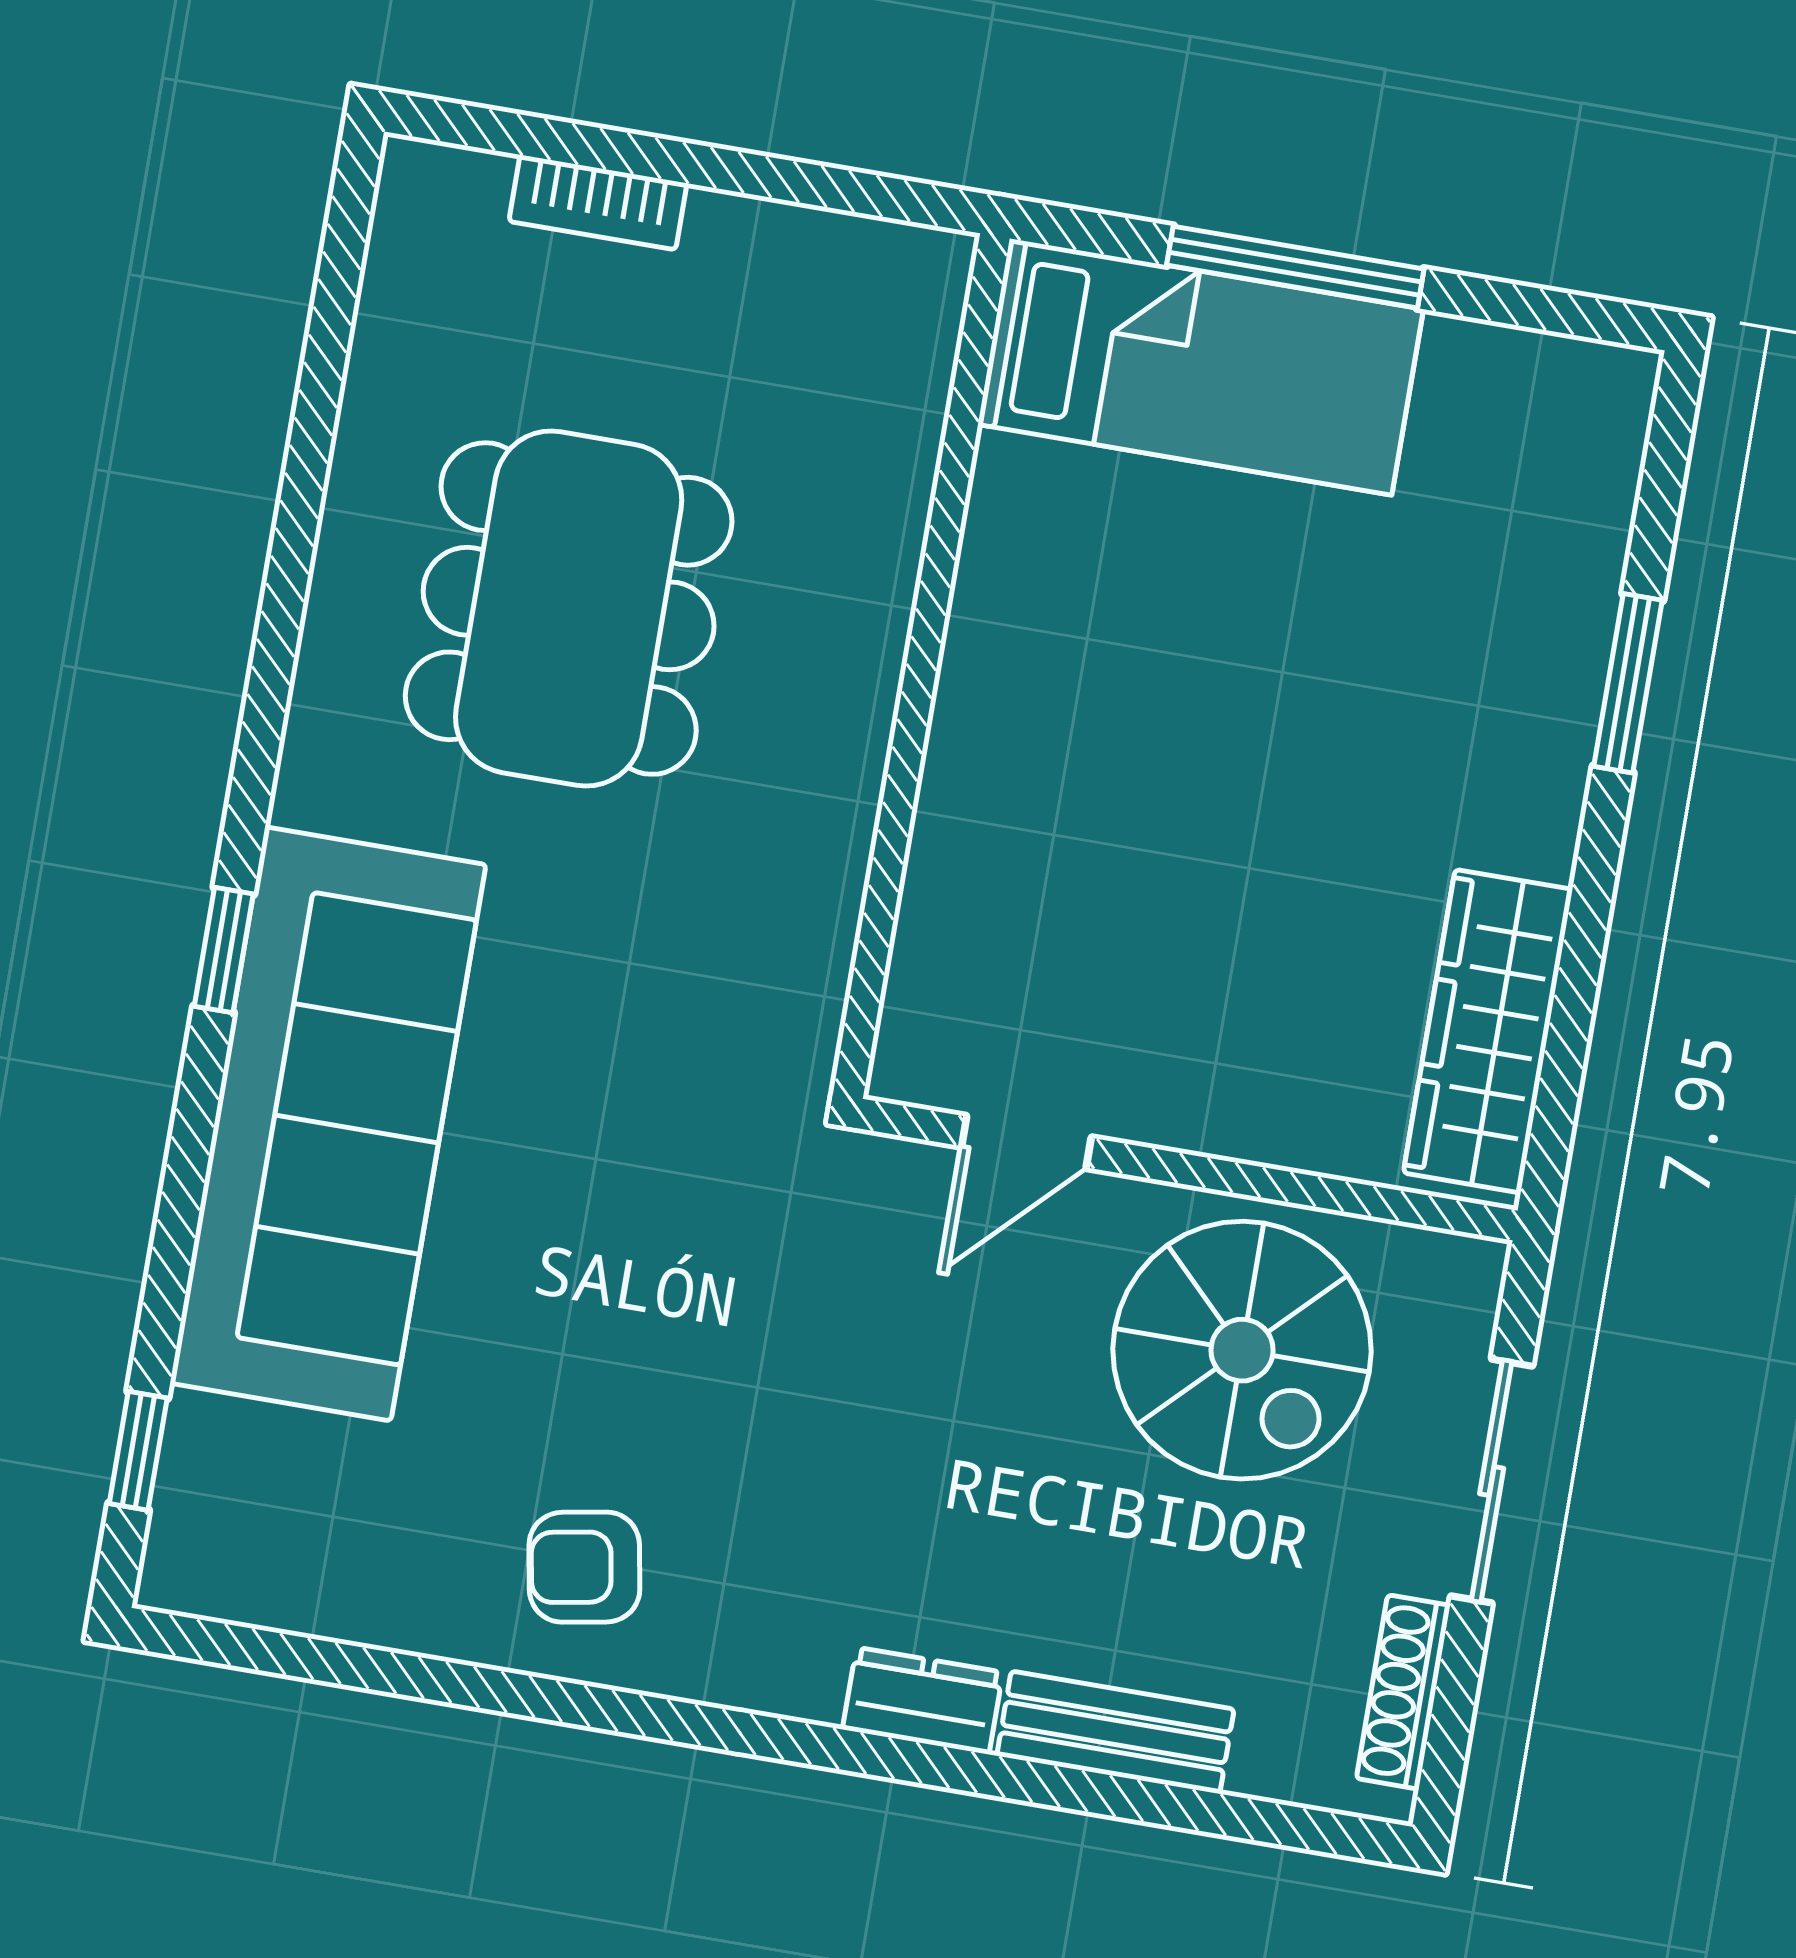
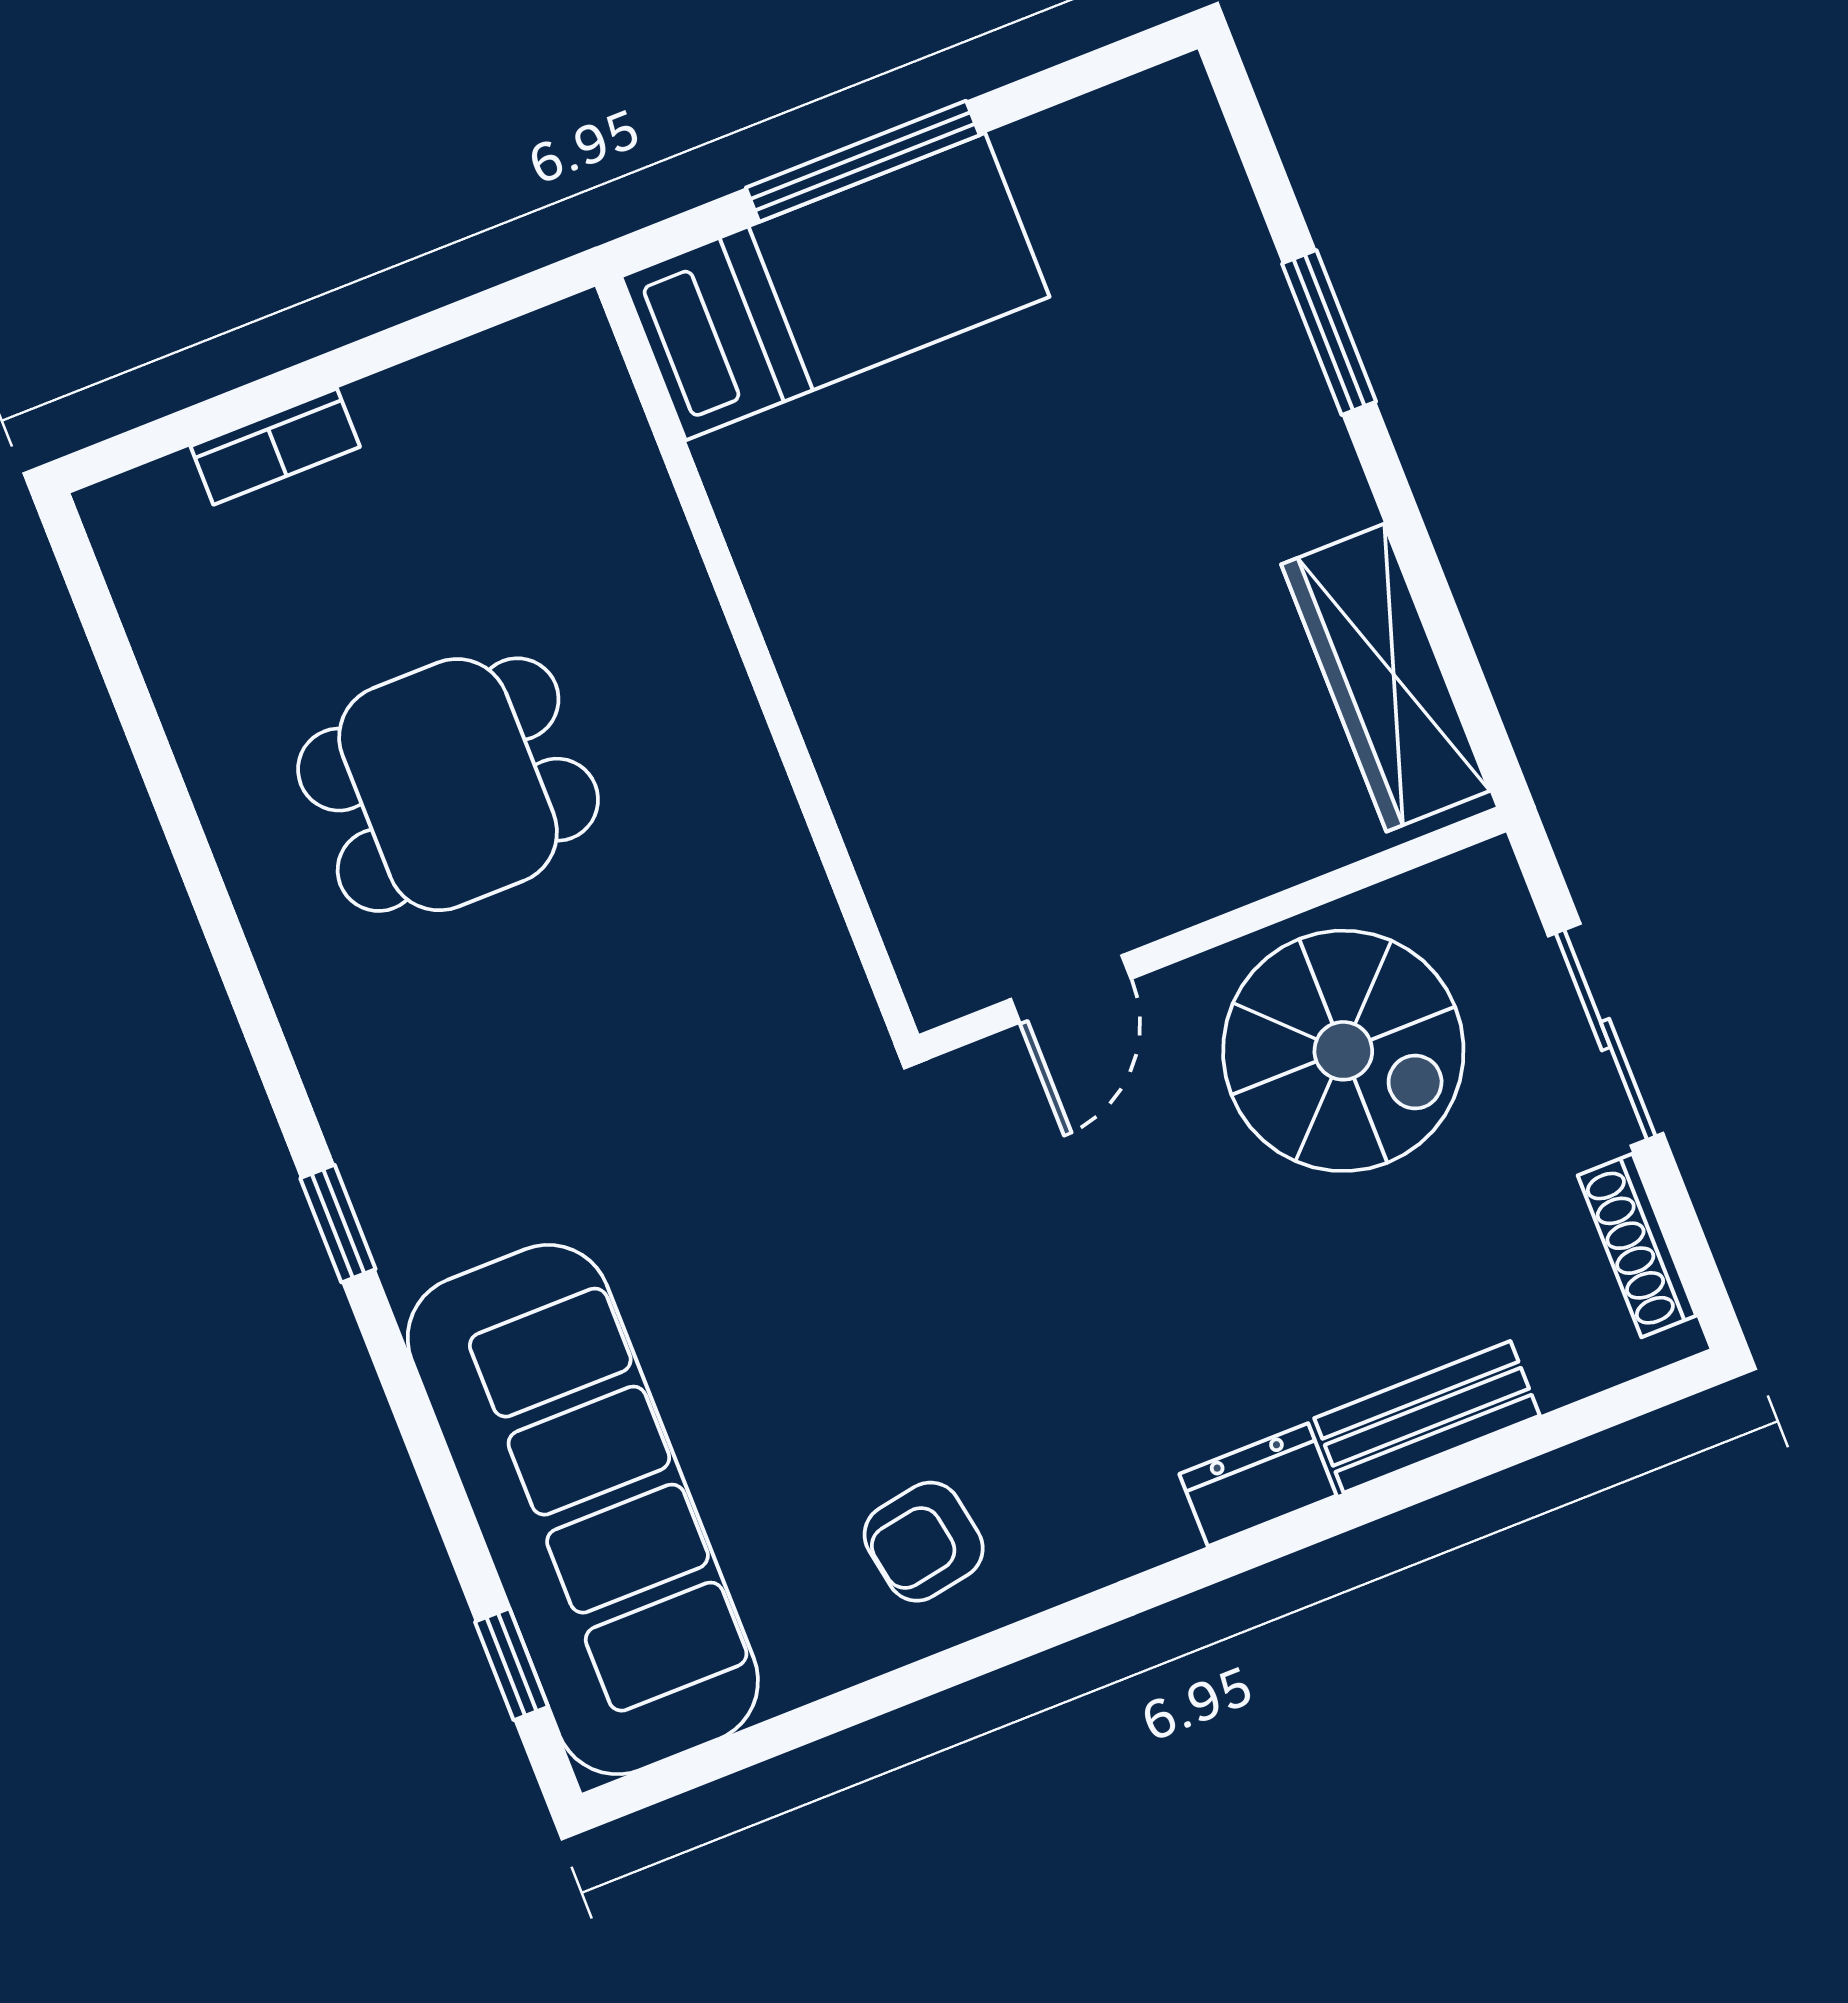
dining table: (569, 609) -> (448, 785), width x0.73
sofa: (328, 1124) -> (583, 1510), moved

